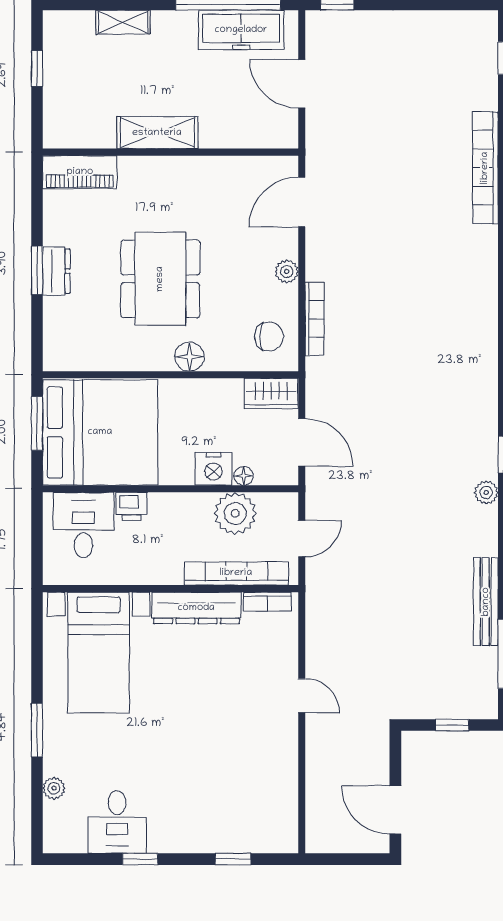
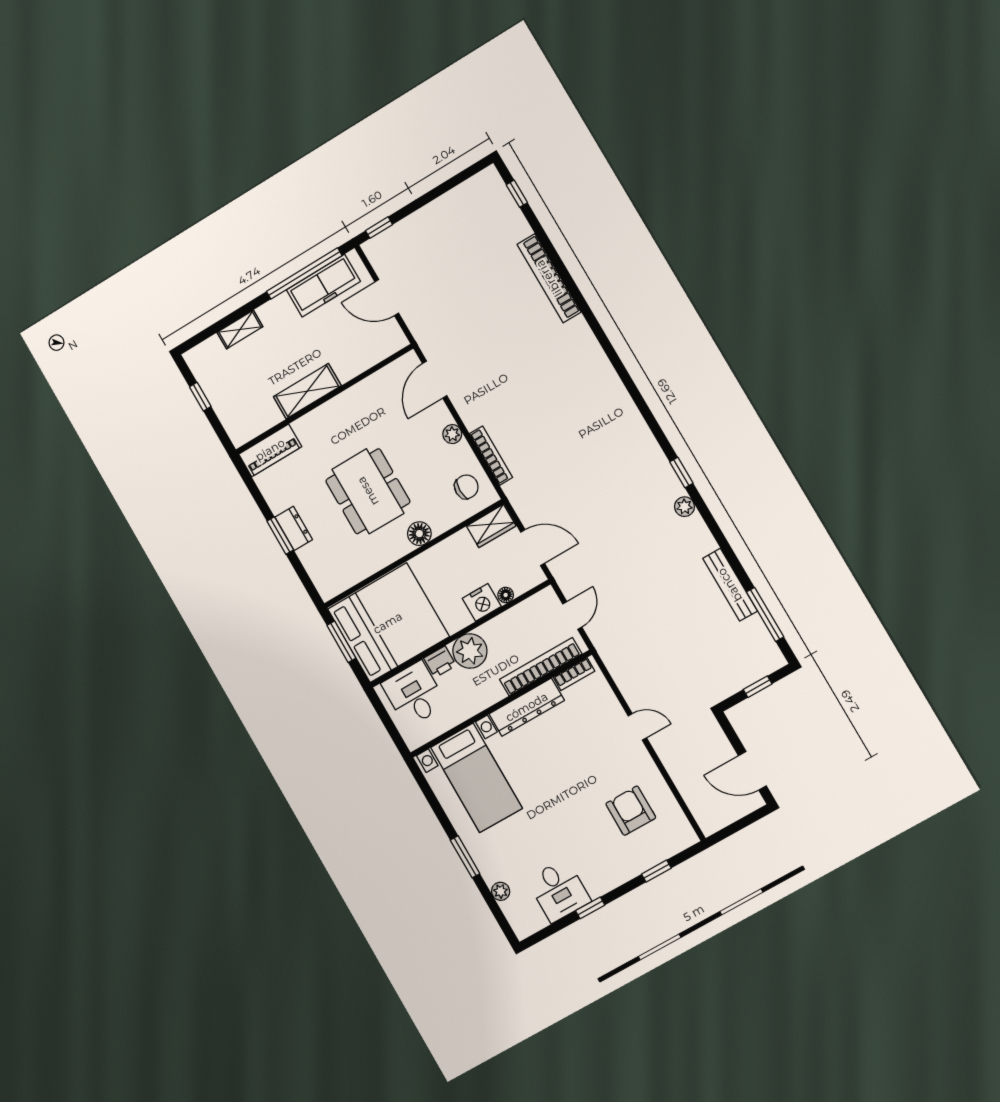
plant: (235, 513) -> (470, 651), moved
armchair: (243, 780) -> (631, 811), added

